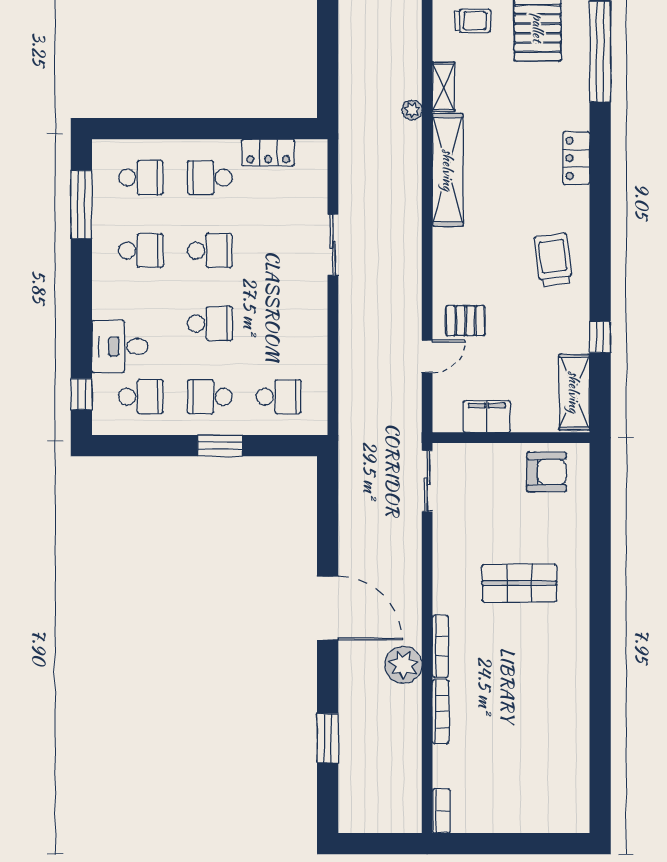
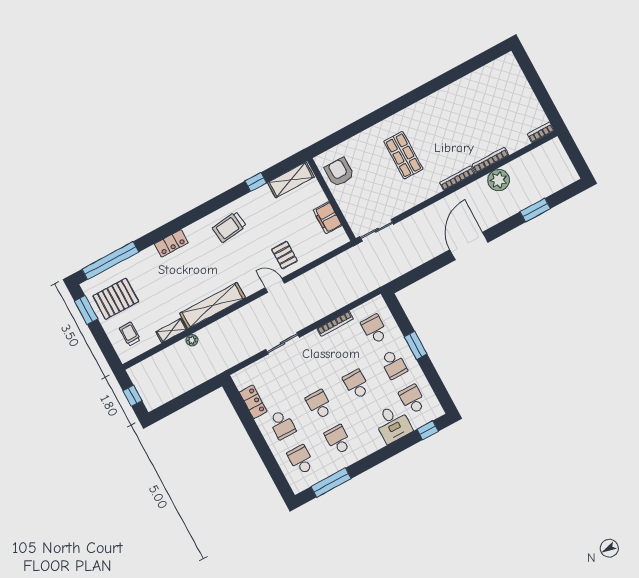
bookcase: (319, 341) -> (335, 324), added
door: (427, 356) -> (275, 285), moved
plant: (403, 665) -> (499, 180), moved

